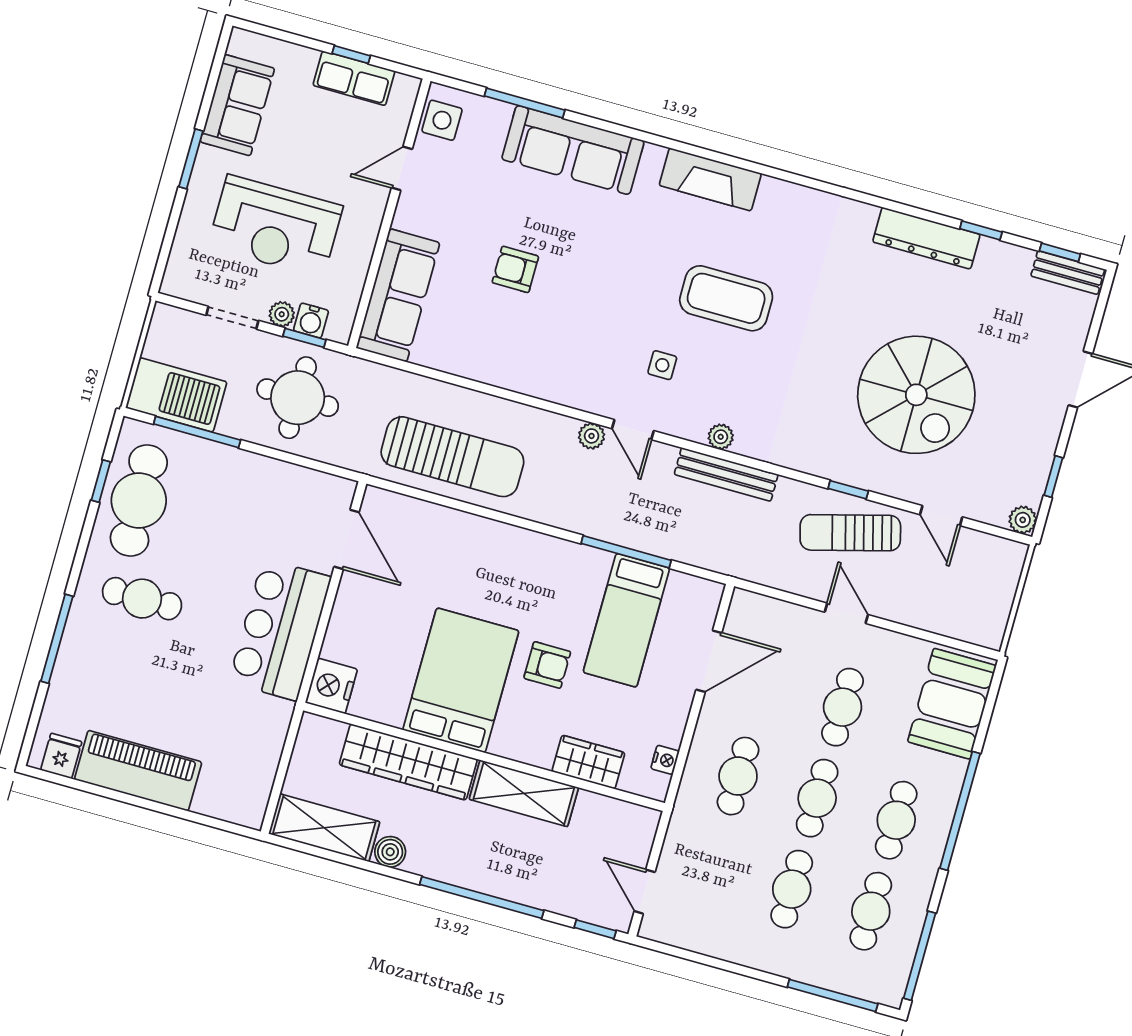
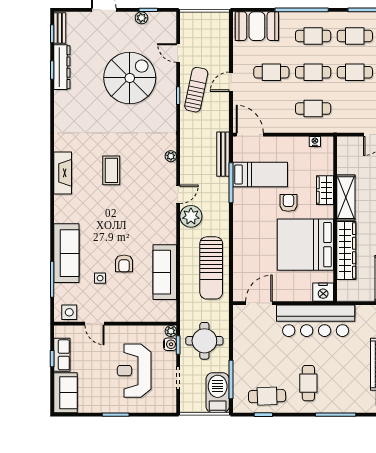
sofa: (237, 105) -> (66, 393), moved, turned 90
fireplace: (710, 179) -> (63, 173), moved
reception desk: (275, 226) -> (134, 371), turned 180
dresser: (926, 238) -> (62, 67), moved
sofa: (398, 295) -> (165, 272), moved, turned -90
coffee table: (726, 298) -> (111, 170), width x0.73, depth x0.76
plant: (282, 314) -> (171, 331), moved
side table: (662, 365) -> (100, 278), moved
plant: (592, 436) -> (191, 216), width x1.88, depth x1.88
sun lounger: (452, 457) -> (211, 268), turned 180
bench: (726, 474) -> (223, 154), moved
cafe table: (139, 501) -> (267, 396), width x0.73, depth x0.74
door: (941, 516) -> (178, 53), swing flipped
plant: (1023, 520) -> (141, 18), moved
sun lounger: (850, 533) -> (196, 90), turned -153
bar counter: (280, 630) -> (316, 321), width x1.36
door: (709, 661) -> (250, 135), moved
bed: (461, 680) -> (305, 245), width x1.36
wardrobe: (588, 762) -> (325, 190), moved

